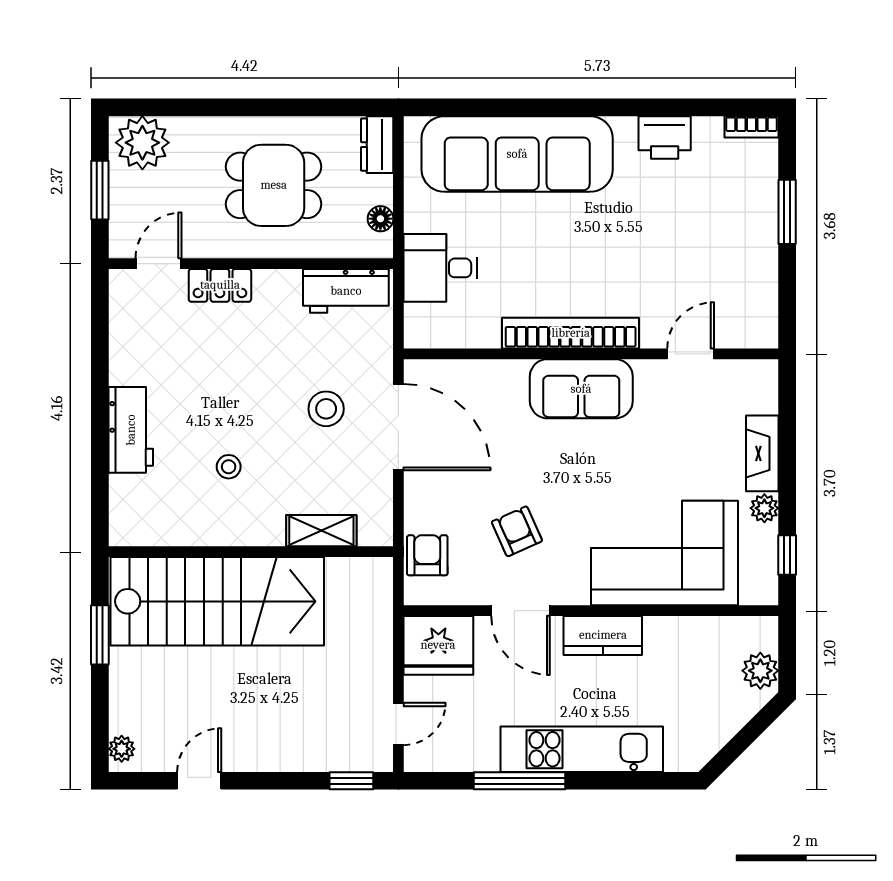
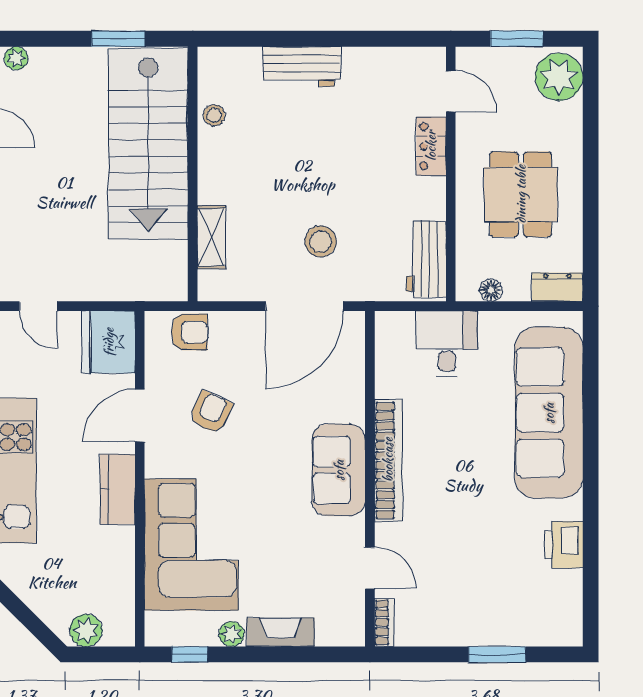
bookcase: (752, 127) -> (384, 622), moved, turned 180
stool: (229, 467) -> (214, 115), moved
armchair: (517, 531) -> (211, 412), turned -41

